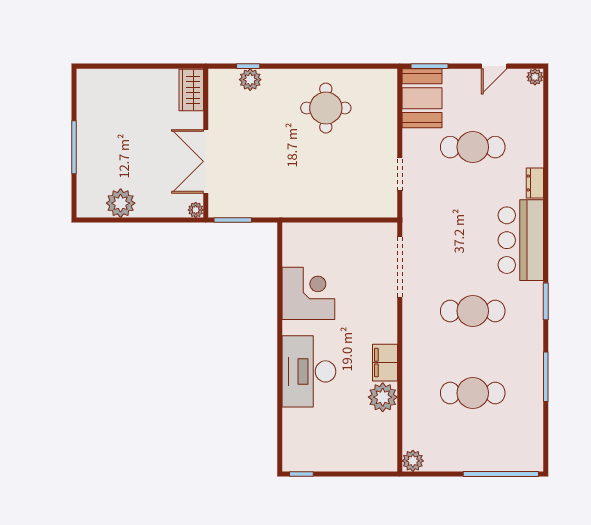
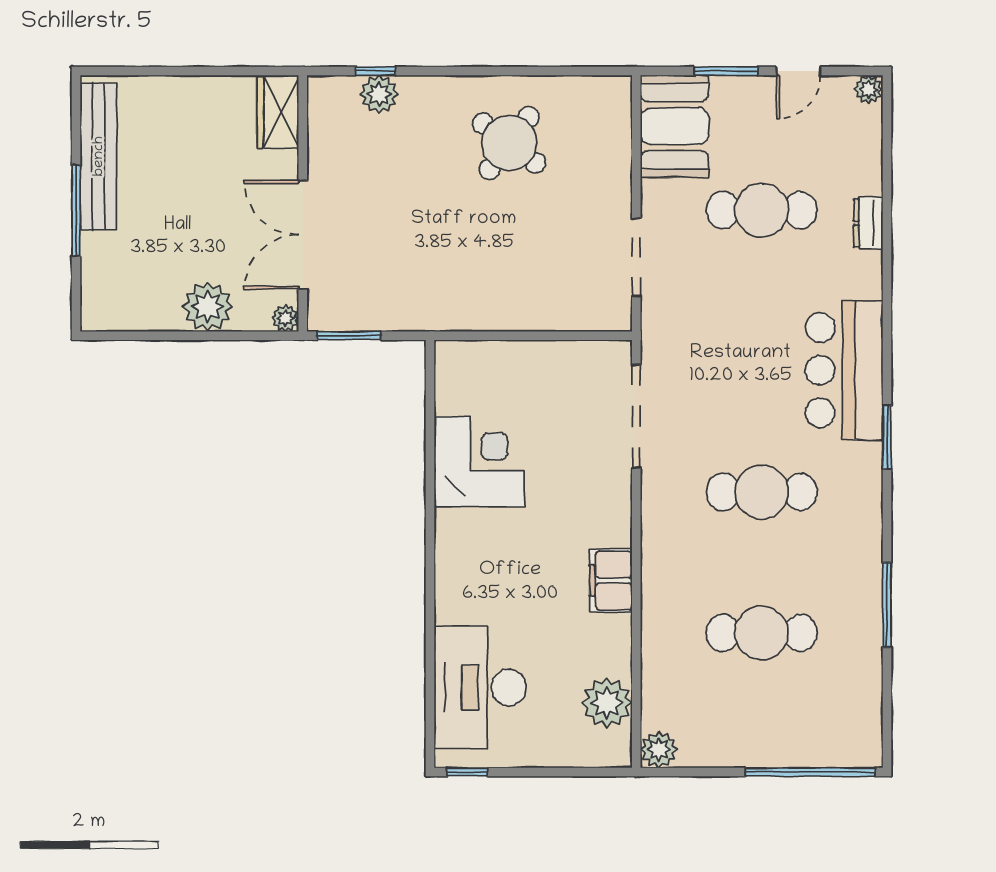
window: (430, 66) -> (726, 71), moved
round table: (326, 108) -> (509, 143), turned 37
bench: (87, 116) -> (99, 156), added
doorway: (400, 174) -> (636, 257), width x1.38
dresser: (535, 183) -> (868, 223), moved
plant: (121, 203) -> (208, 307), moved
window: (546, 301) -> (887, 437), moved
desk: (309, 371) -> (480, 687), moved
plant: (383, 397) -> (607, 703), moved

